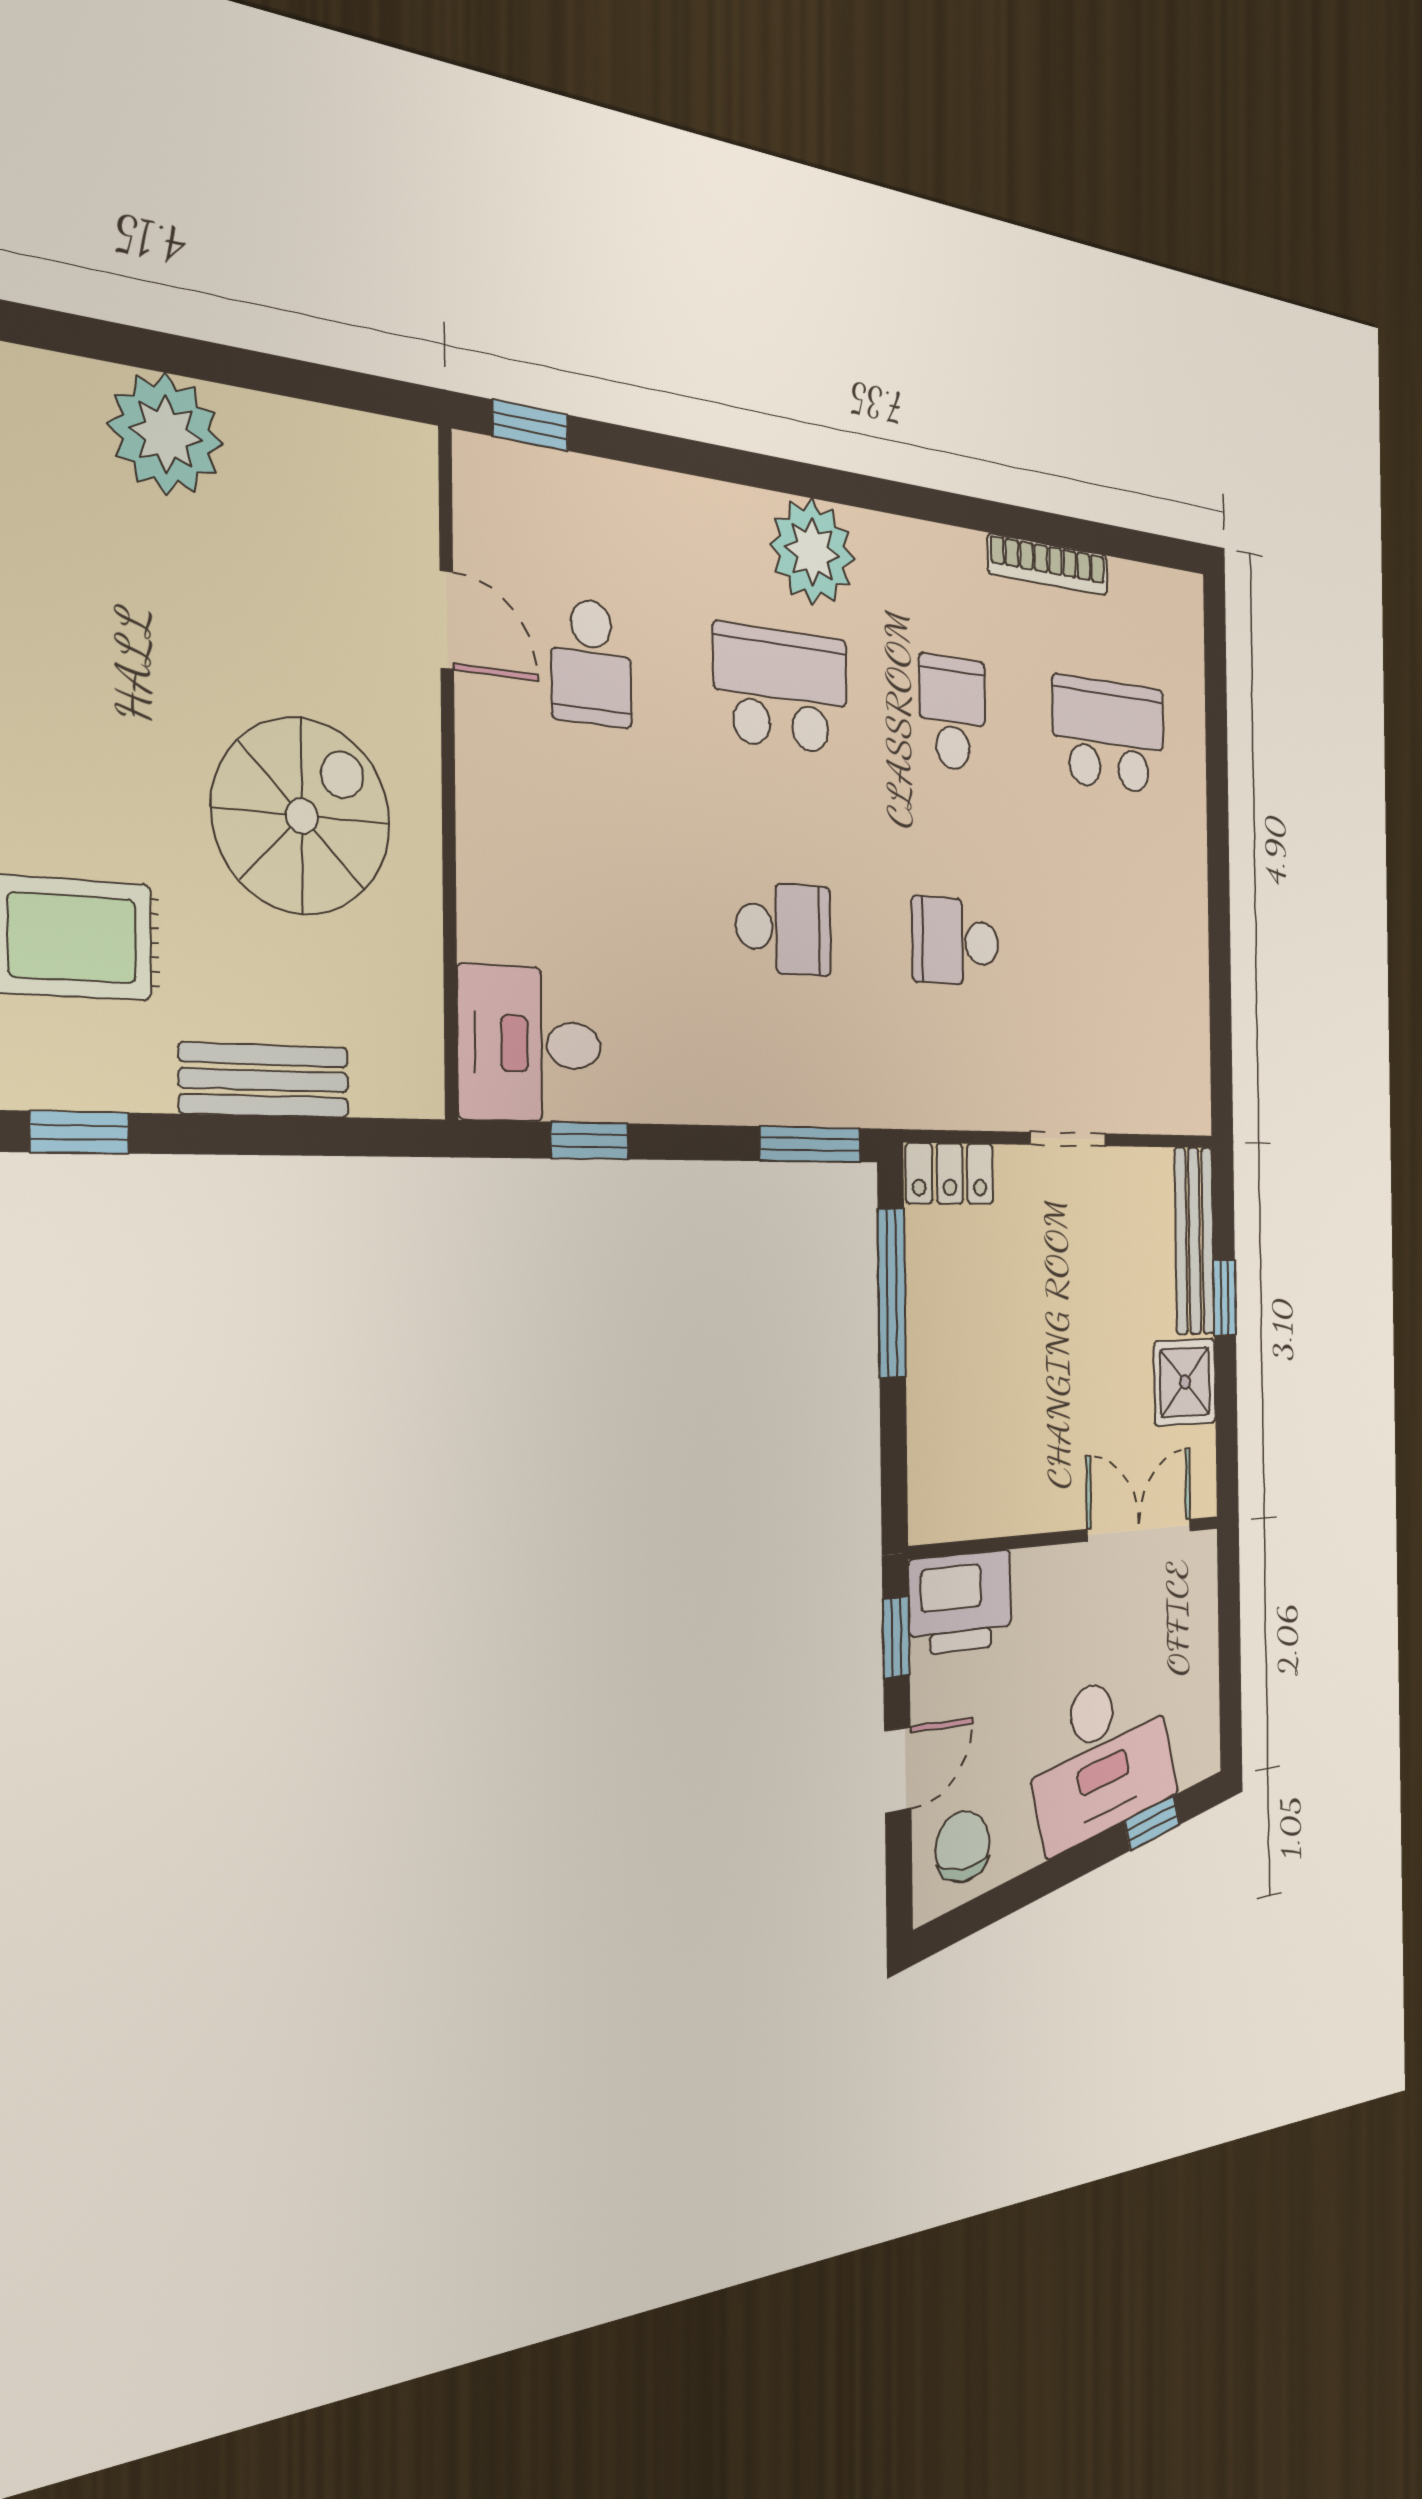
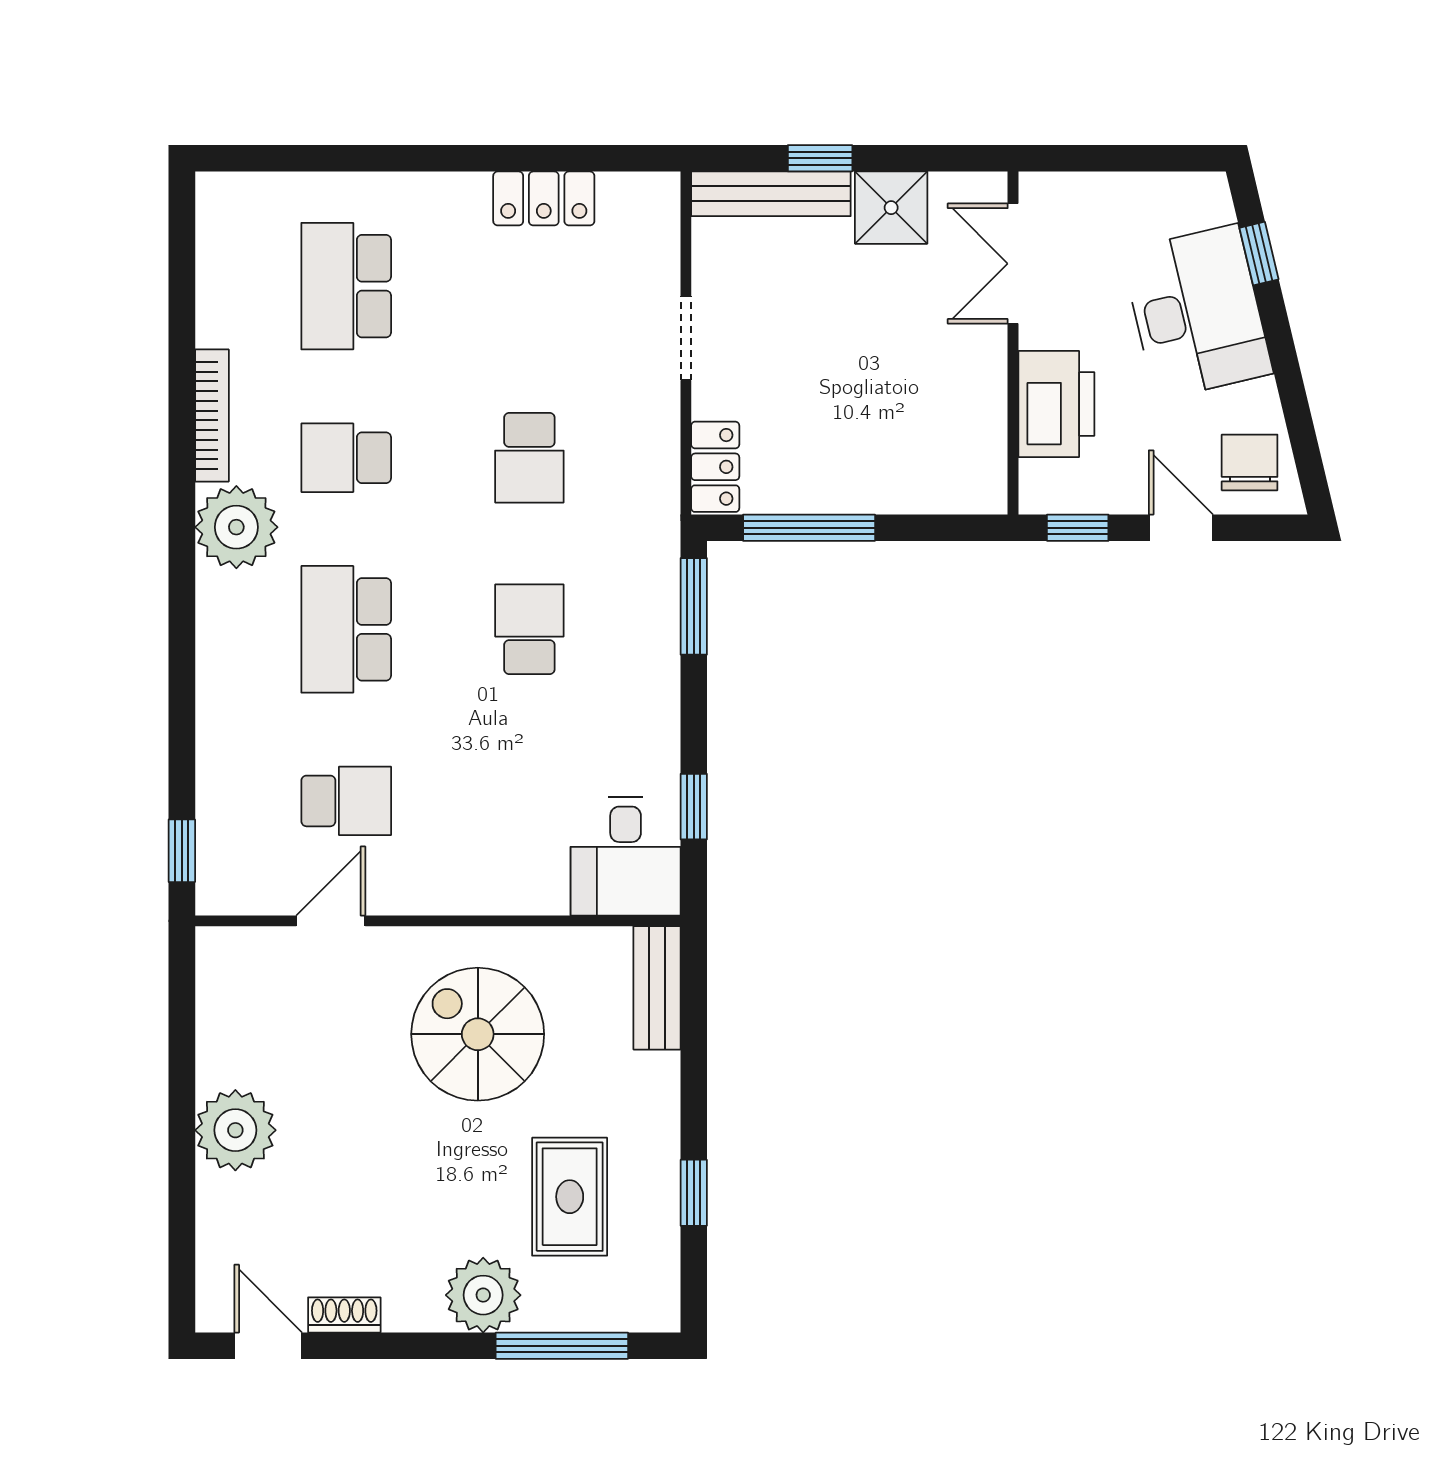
plant: (812, 552) -> (236, 527), moved
bookcase: (1048, 564) -> (212, 416), moved
locker: (1187, 976) -> (544, 198), added
bench: (265, 1080) -> (657, 988), moved
printer: (960, 1602) -> (1056, 404), moved
chair: (963, 1846) -> (1250, 462), turned 90

